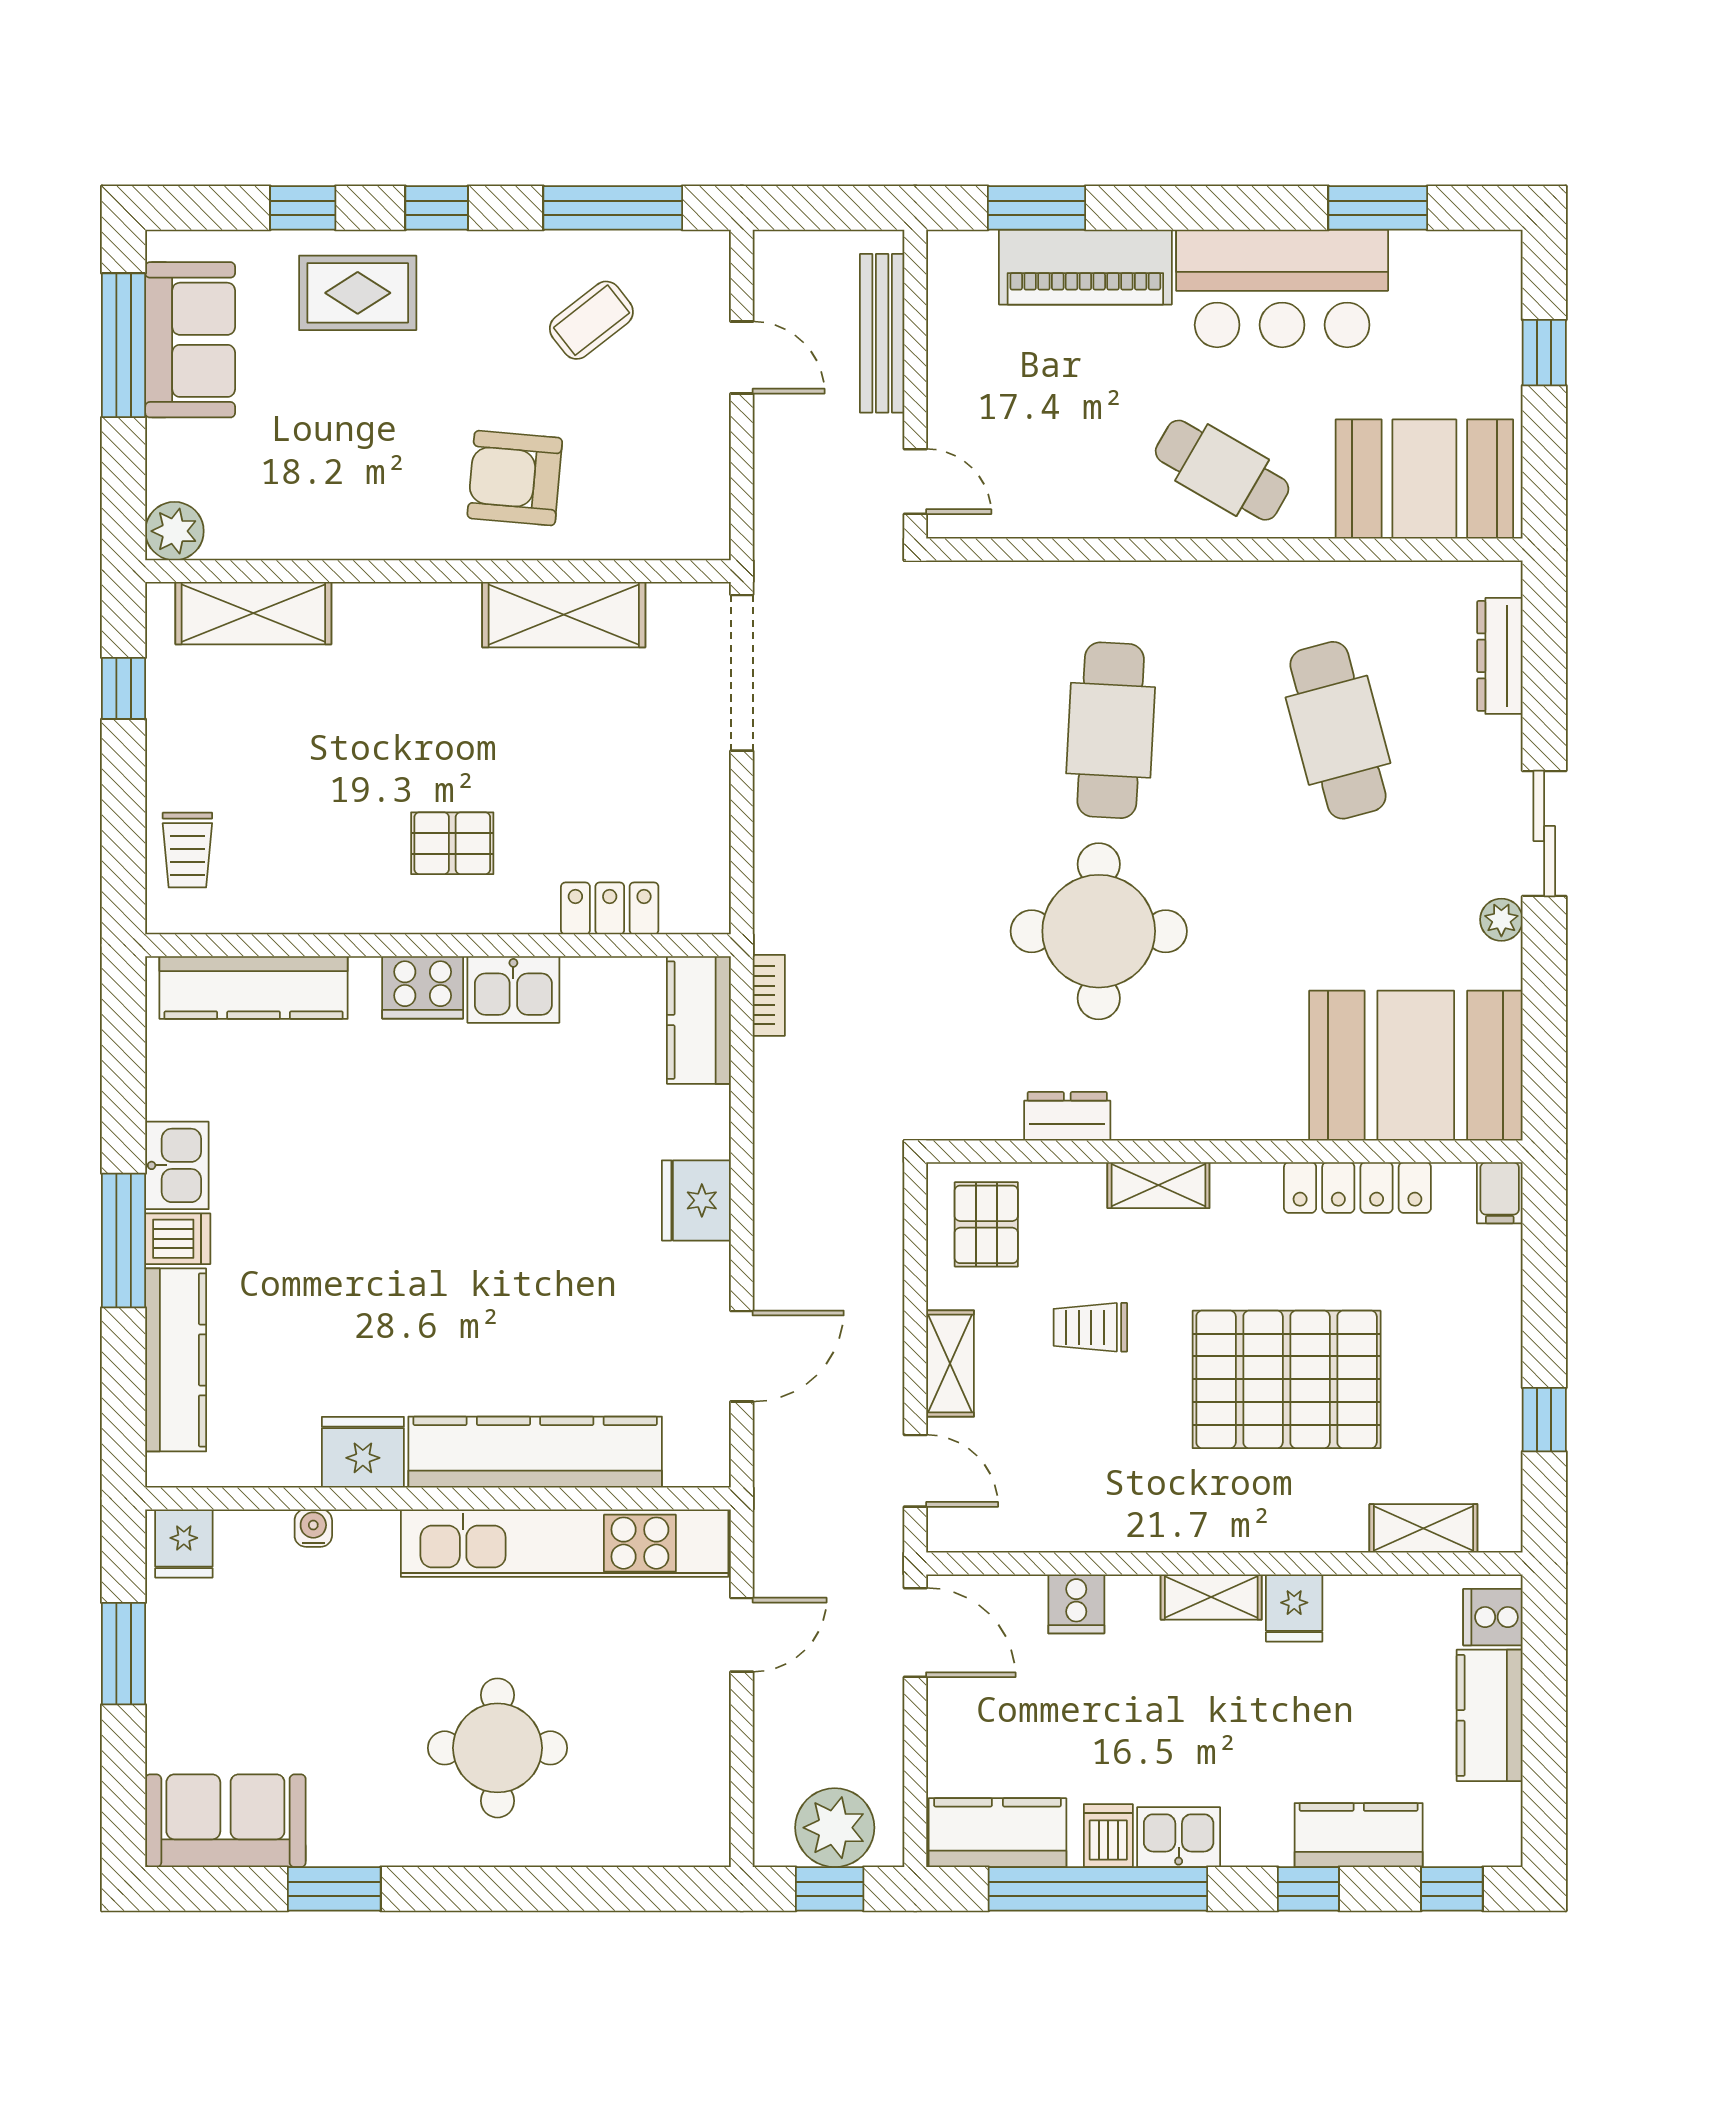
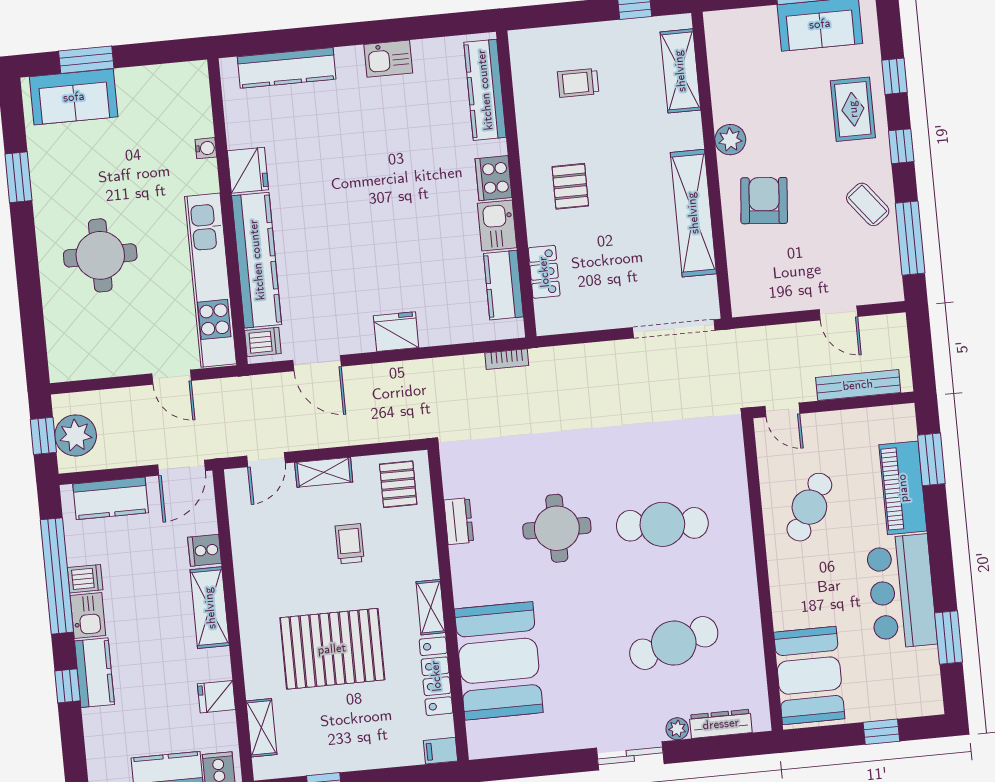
coffee table: (591, 320) -> (868, 204), moved
door: (742, 357) -> (838, 313), hinge flipped
cafe table: (1222, 470) -> (809, 507), moved
door: (915, 481) -> (782, 410), hinge flipped
plant: (174, 531) -> (730, 140), moved
shelving: (564, 615) -> (693, 213), width x1.47
trolley: (187, 850) -> (578, 83), moved
plant: (1501, 920) -> (677, 729), moved
round table: (1099, 931) -> (557, 528), width x0.73, depth x0.73
kitchen counter: (699, 1020) -> (503, 285), moved, turned -90
booth: (1416, 1066) -> (499, 661), moved
shelving: (1158, 1185) -> (431, 607), moved
pallet: (986, 1224) -> (398, 484), turned 90
dishwasher: (178, 1239) -> (263, 342), moved, turned -90
window: (124, 1241) -> (346, 35), removed
pallet: (1287, 1379) -> (332, 649), turned 90
fridge: (184, 1543) -> (191, 81), removed
shelving: (1211, 1597) -> (210, 608), width x1.50, depth x1.33
fridge: (1294, 1608) -> (216, 697), moved
window: (124, 1654) -> (86, 60), moved
sofa: (225, 1821) -> (74, 97), moved, turned 90
kitchen counter: (997, 1833) -> (111, 498), moved, turned 90
kitchen counter: (1359, 1835) -> (94, 673), moved
window: (1452, 1889) -> (75, 761), removed

